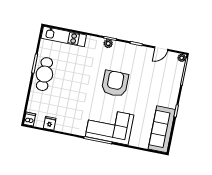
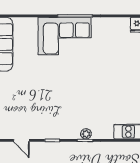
door: (161, 49) -> (21, 140), swing flipped
armchair: (115, 84) -> (68, 88), removed

